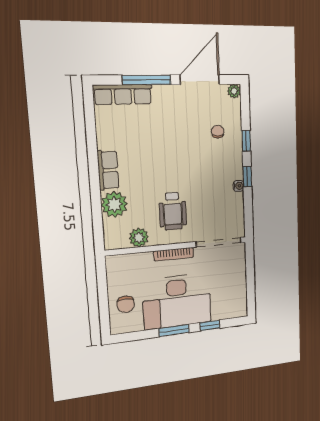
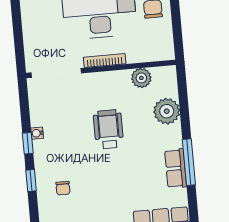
window: (92, 151) -> (189, 162), added
row of seats: (108, 170) -> (176, 168), moved
wheelchair: (173, 211) -> (108, 129), moved

